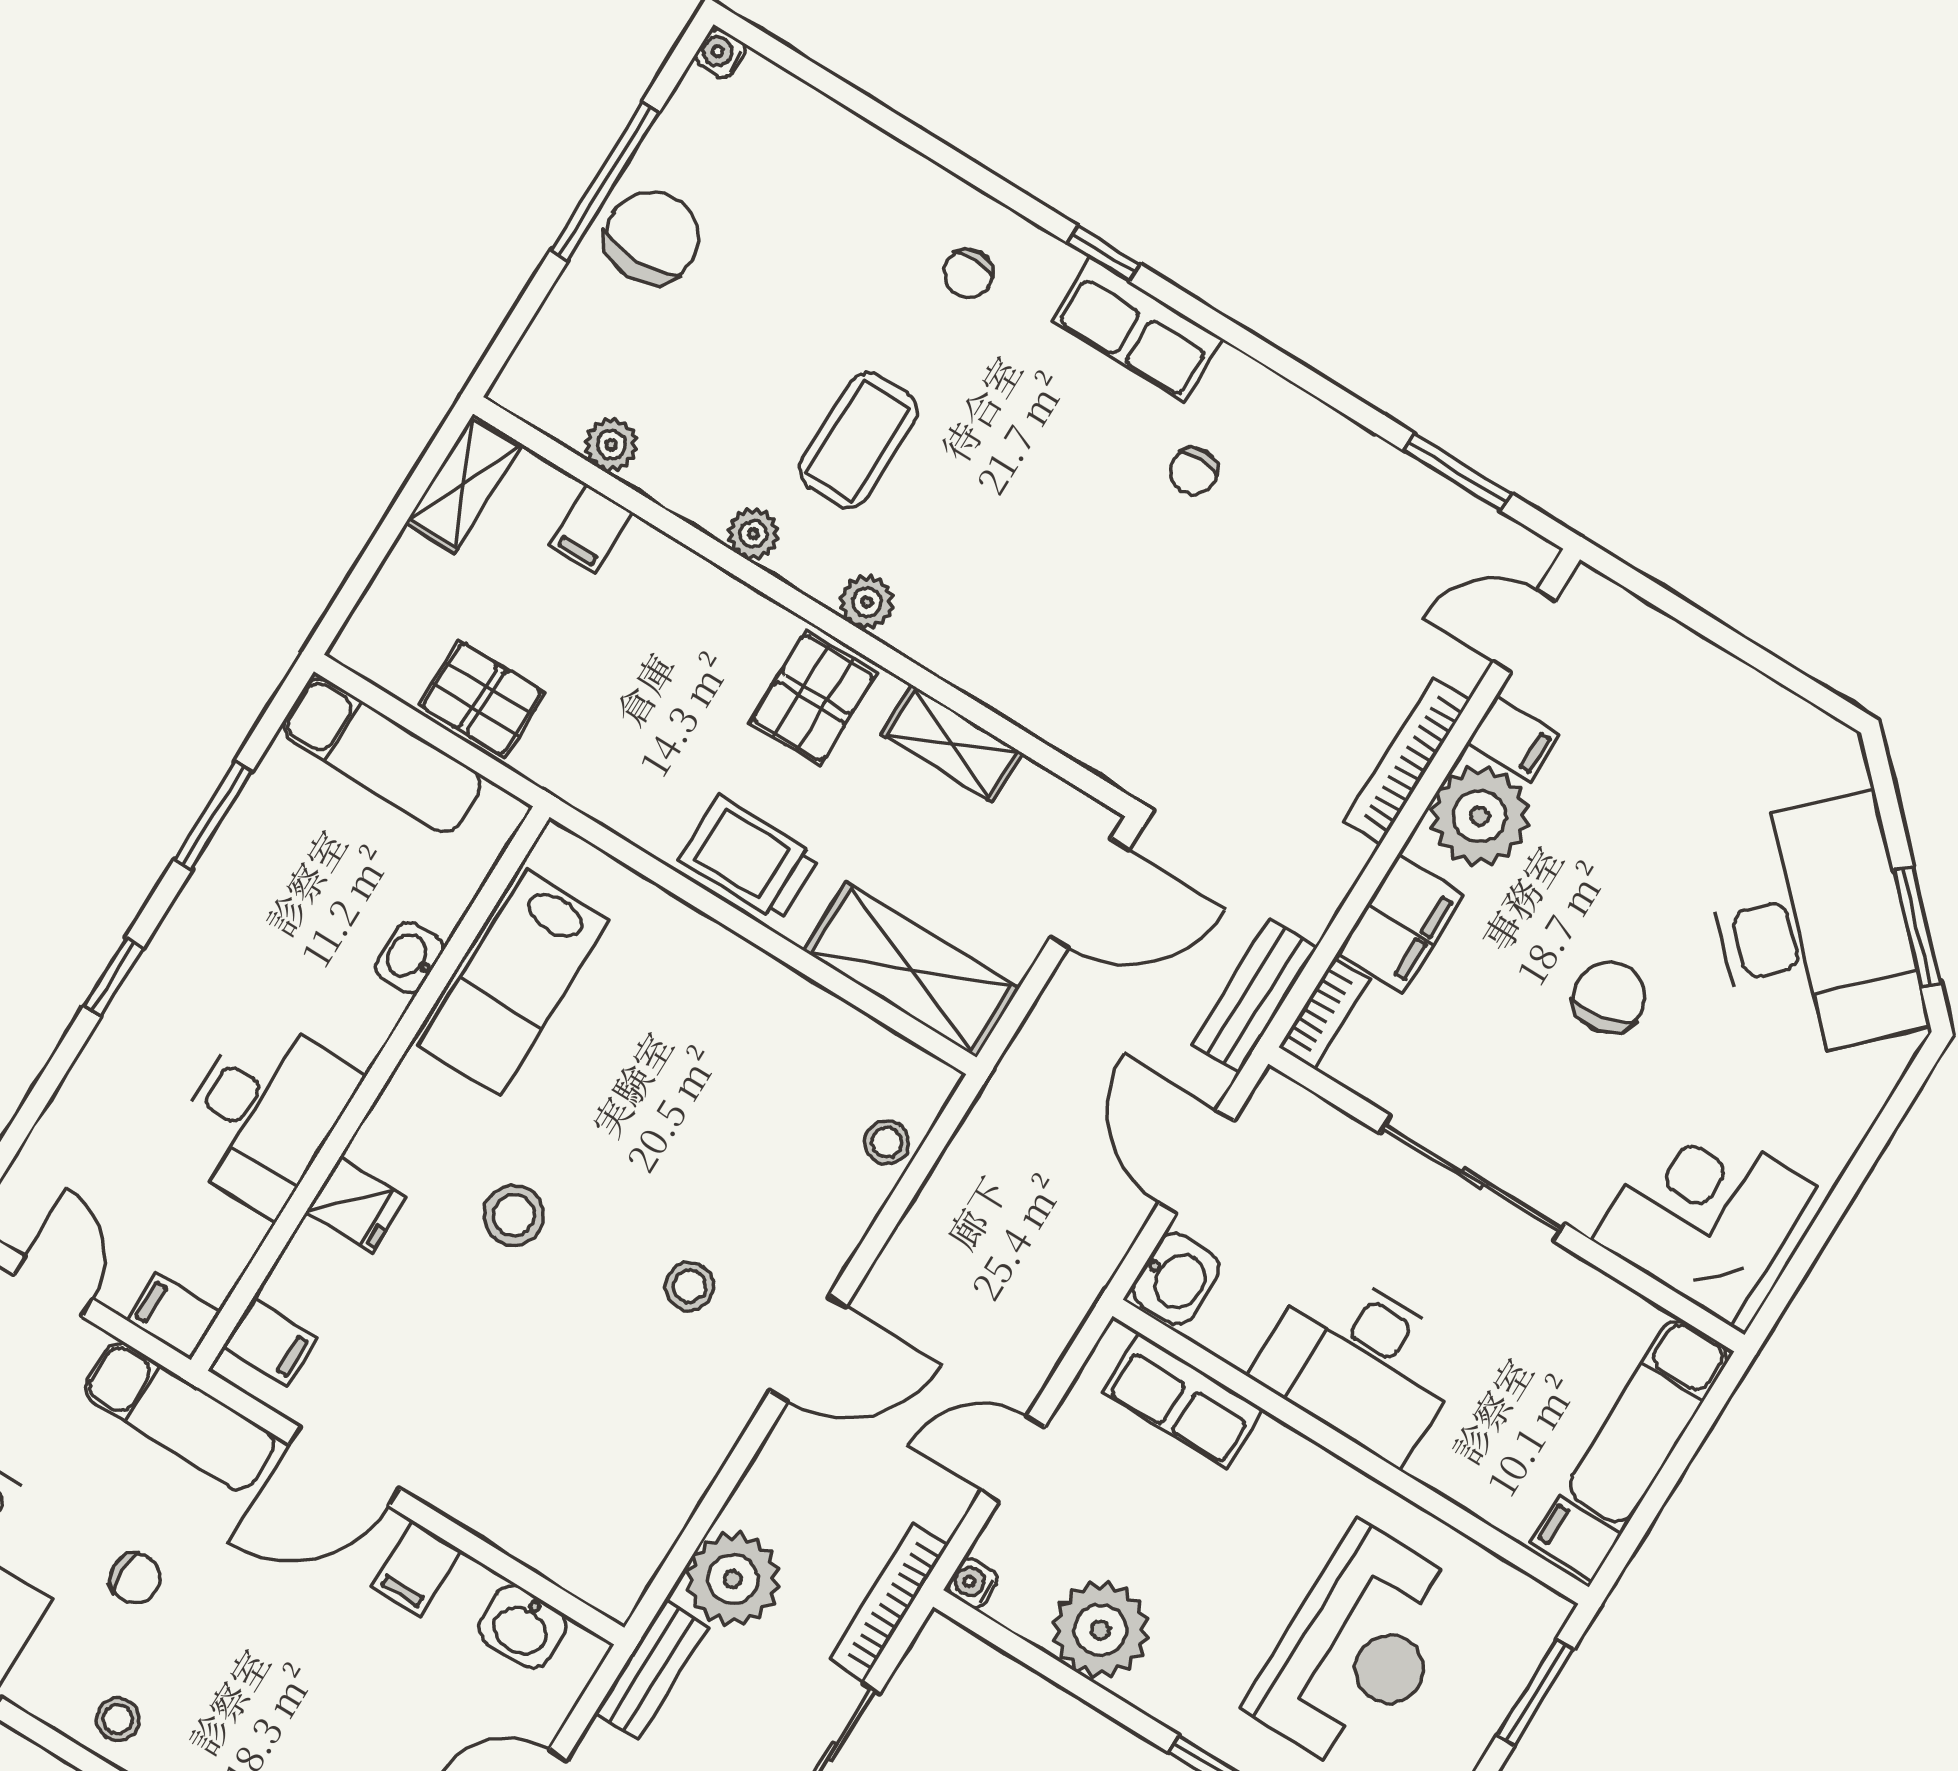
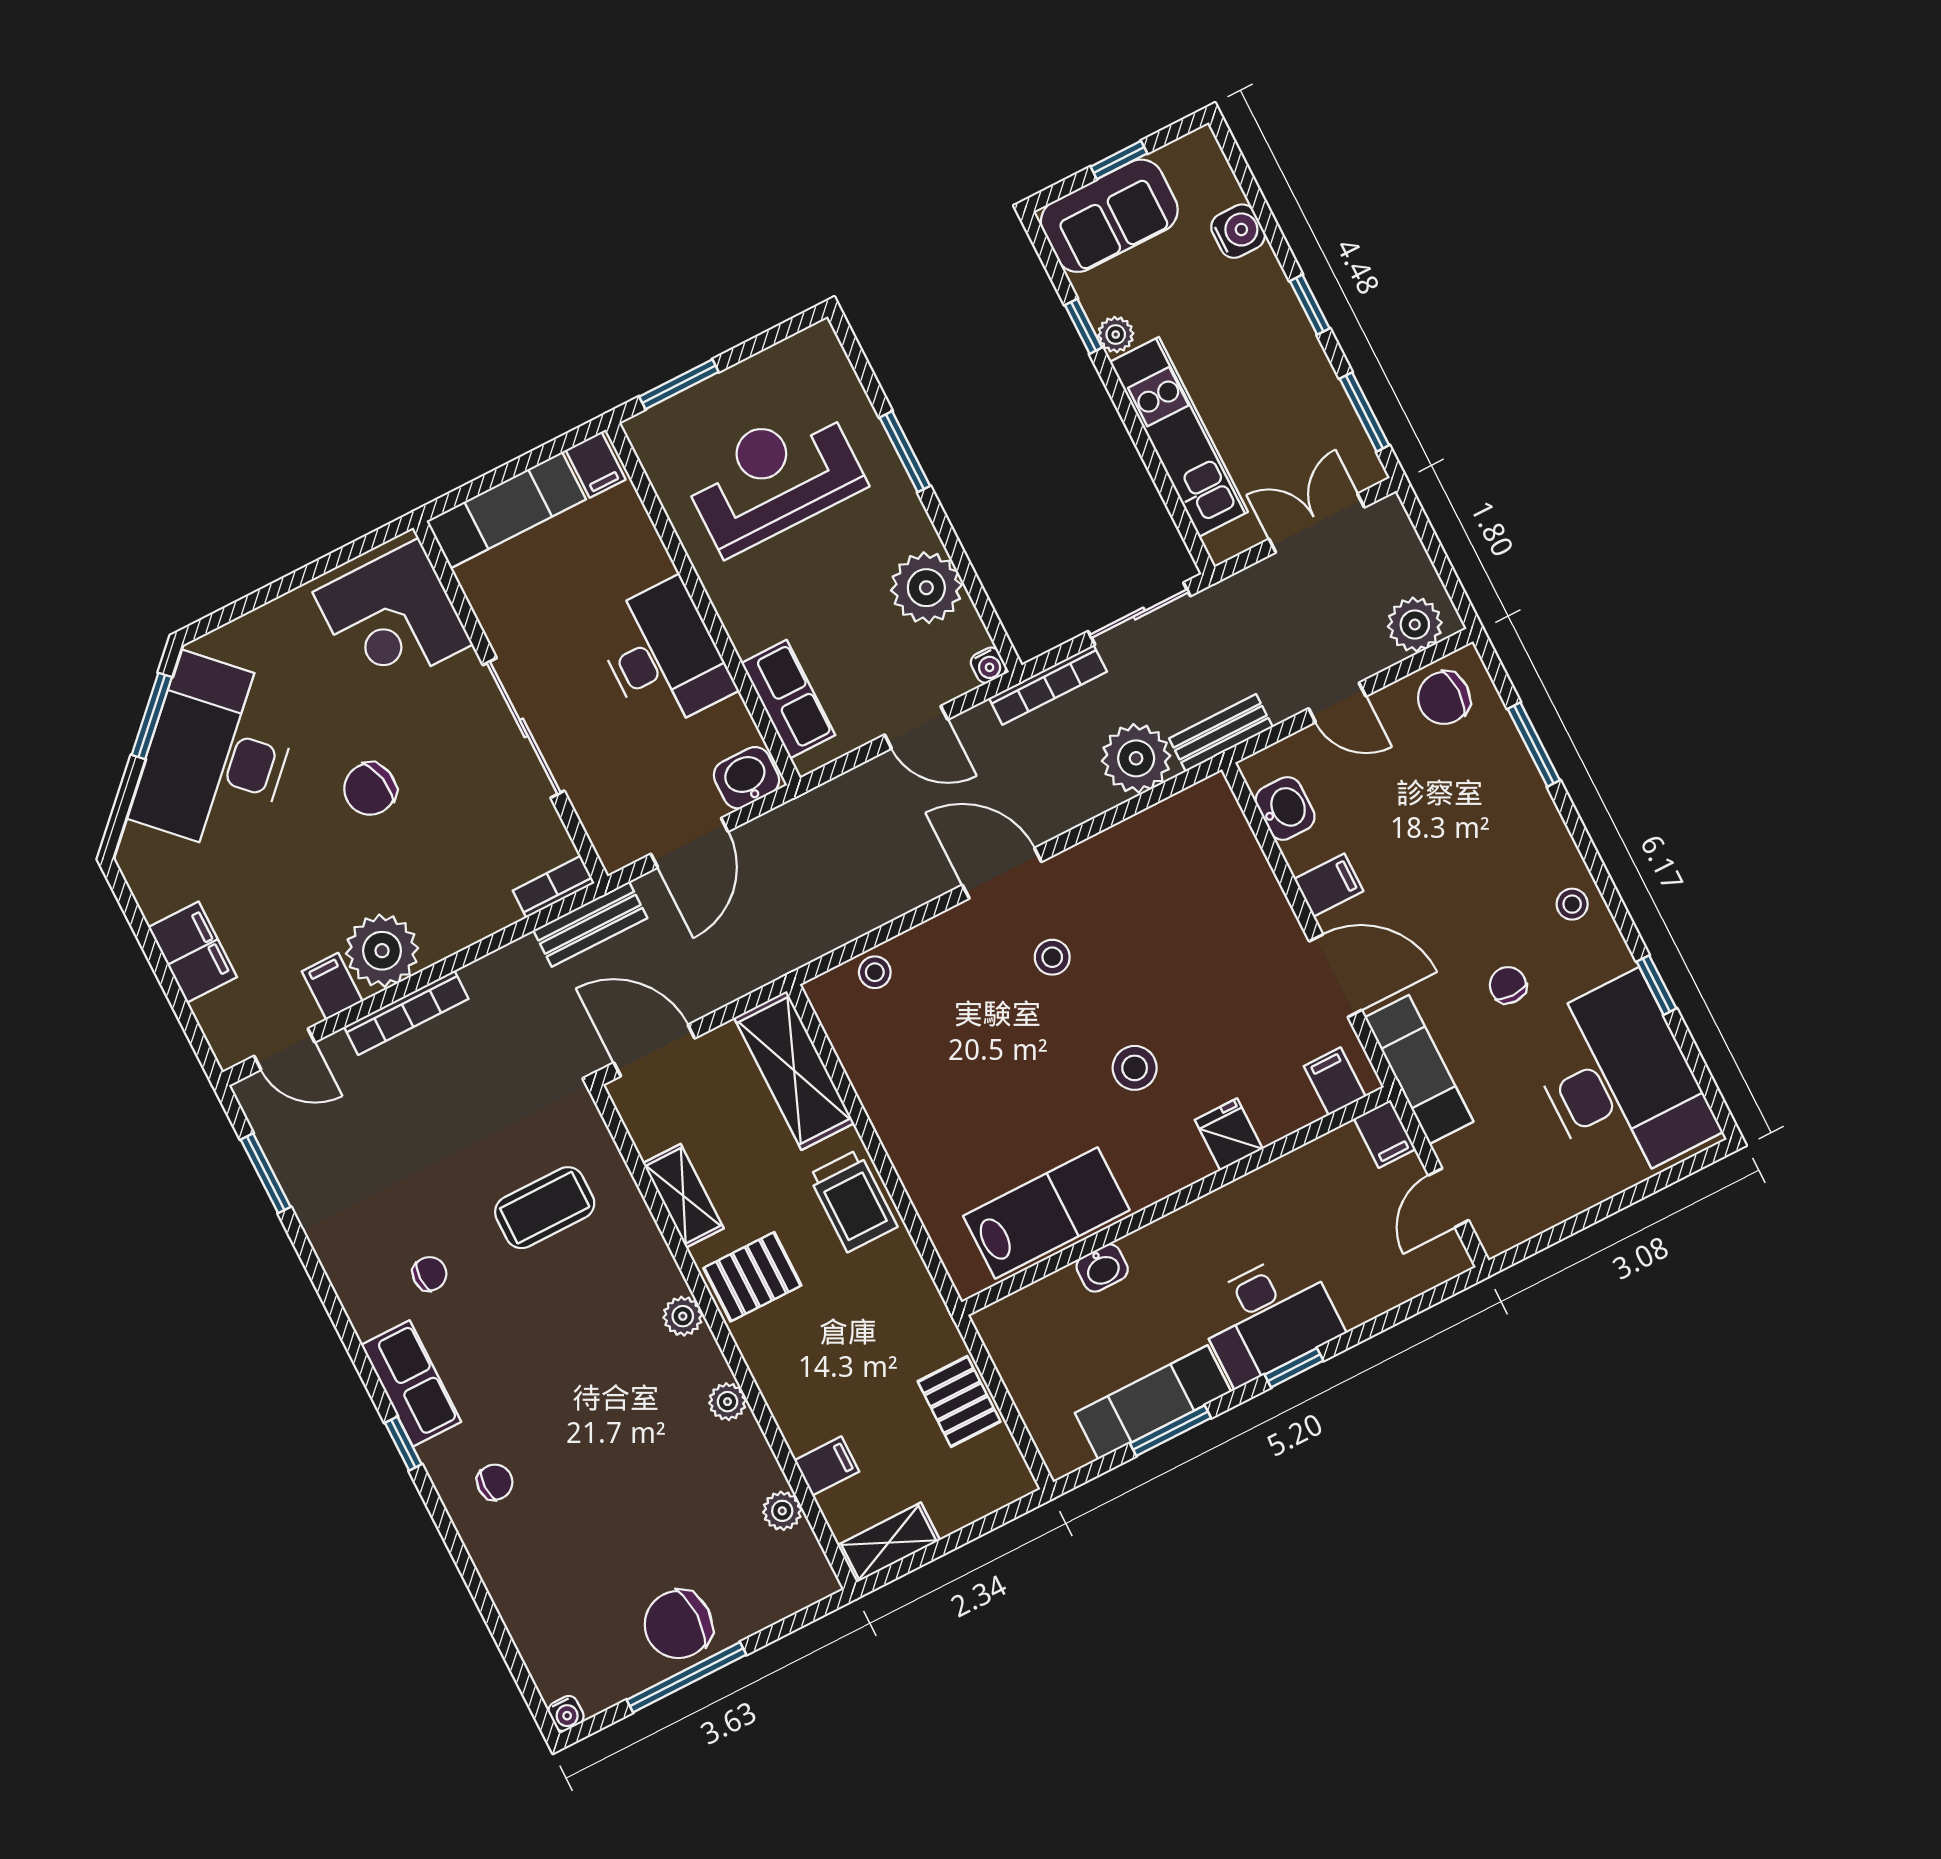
coffee table: (858, 440) -> (545, 1208), moved
exam couch: (382, 755) -> (1153, 1402), moved, turned -90
filing cabinet: (1400, 924) -> (193, 952), moved, turned 90
desk: (264, 1114) -> (1268, 1317), moved, turned 180

